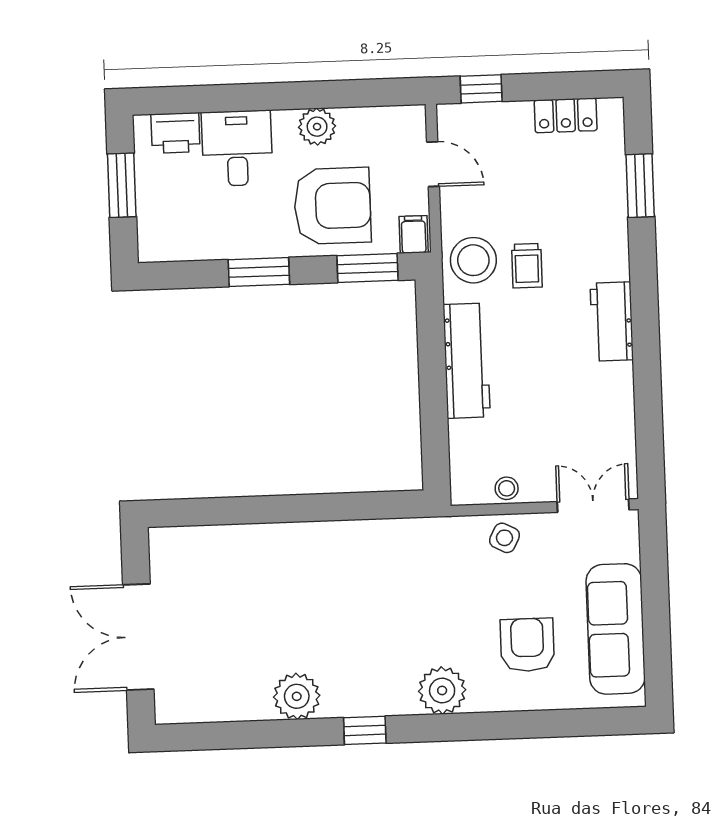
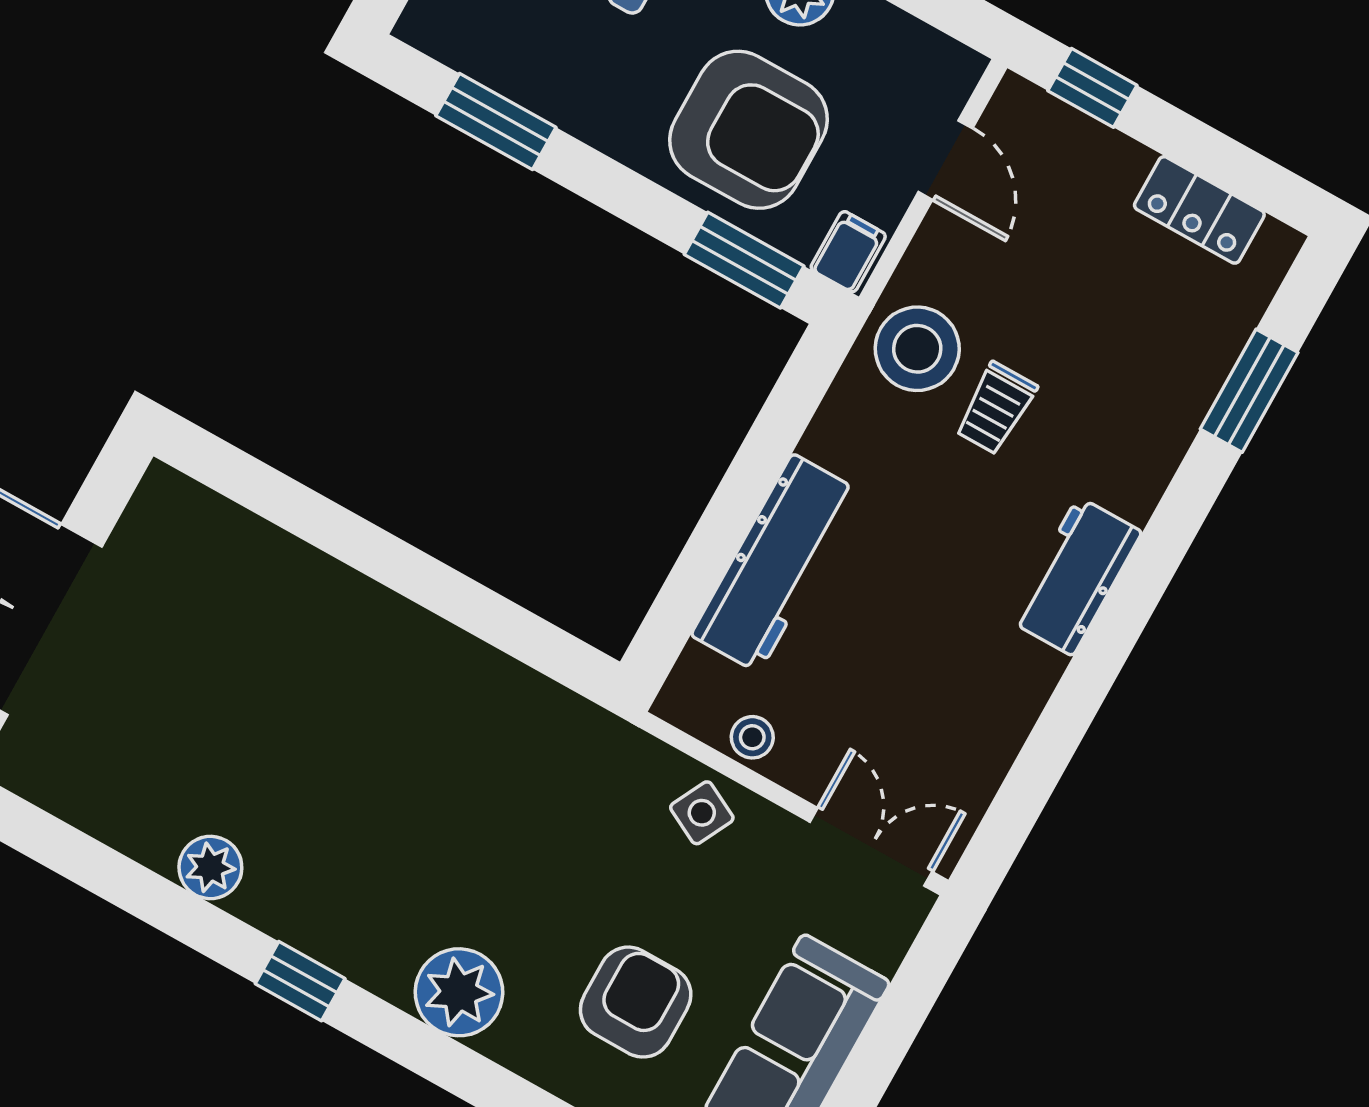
window: (259, 272) -> (496, 122), moved
workbench: (467, 361) -> (776, 563), moved
plant: (297, 696) -> (210, 867), width x0.73, depth x0.73

